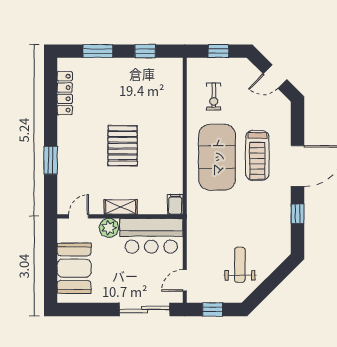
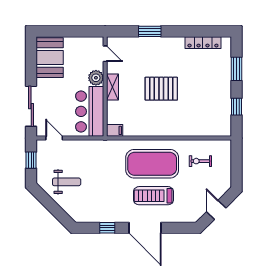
window: (218, 51) -> (236, 165), removed
booth: (74, 268) -> (50, 58), moved, turned 90

